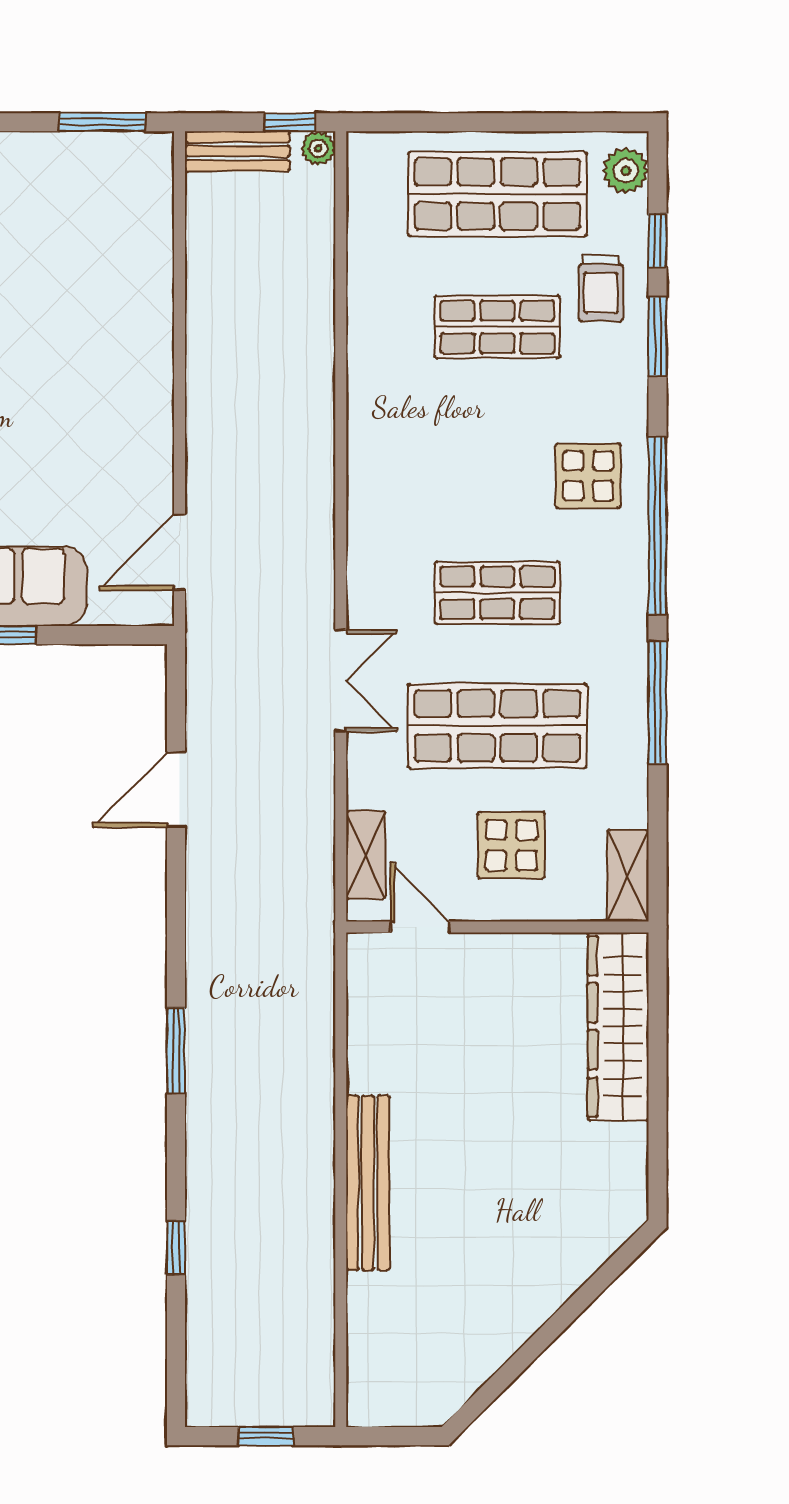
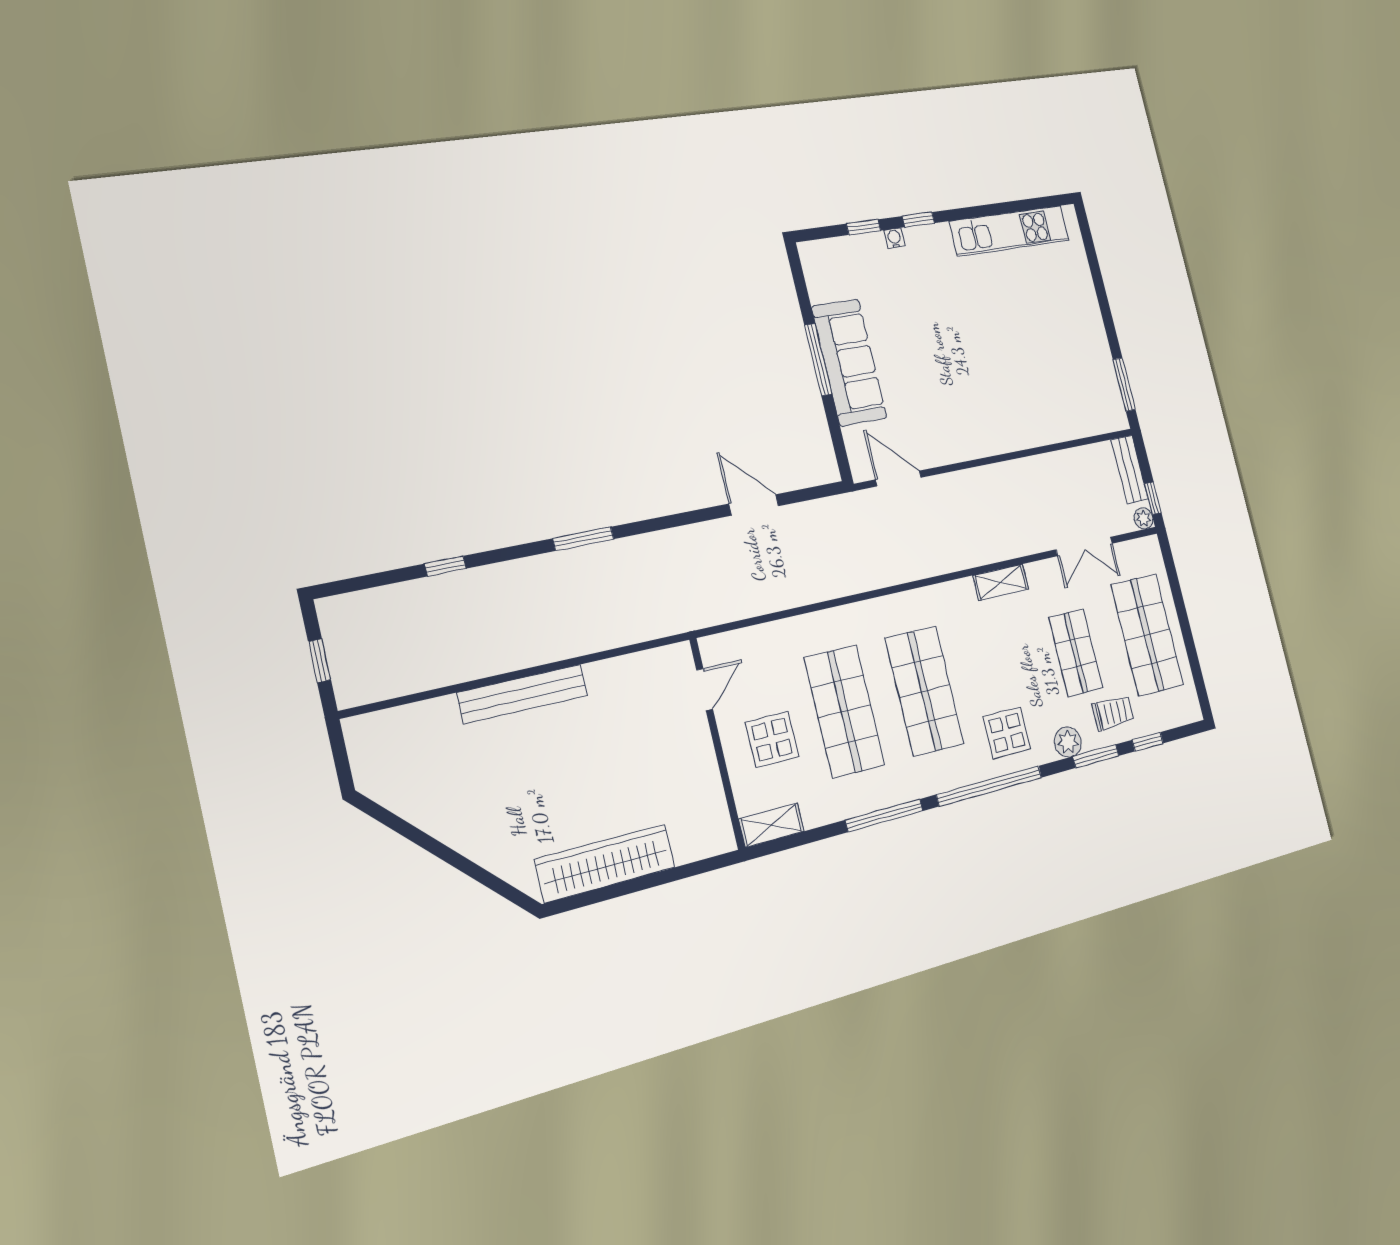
plant: (626, 171) -> (1068, 742), moved
trolley: (601, 288) -> (1113, 713), turned 180
shop shelf: (497, 593) -> (924, 691), width x1.43, depth x1.36
double door: (341, 681) -> (1084, 546), moved
shelving: (366, 855) -> (1001, 582), moved
wardrobe: (618, 1026) -> (605, 863), moved

